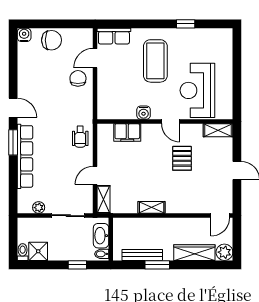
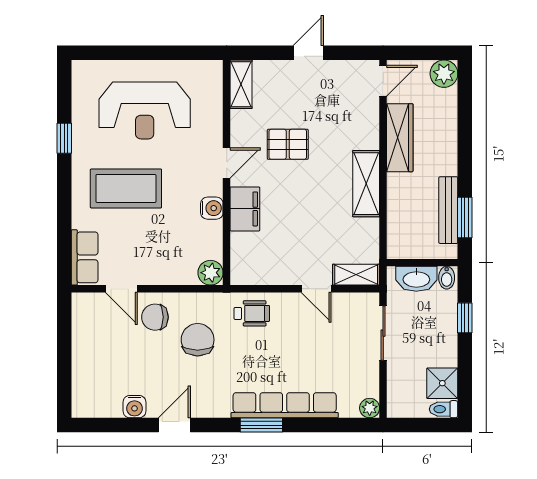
water cooler: (24, 35) -> (134, 407), moved, turned -90
chair: (52, 40) -> (198, 340), moved
reception desk: (197, 90) -> (145, 110), moved
door: (13, 108) -> (174, 425), moved
plant: (105, 112) -> (211, 273), added
filing cabinet: (127, 132) -> (245, 209), moved
shelving: (152, 207) -> (366, 184), width x1.50, depth x1.33
plant: (39, 208) -> (370, 408), moved
door: (220, 216) -> (383, 81), hinge flipped
wardrobe: (194, 253) -> (400, 138), moved, turned 180
window: (157, 265) -> (465, 217), moved

